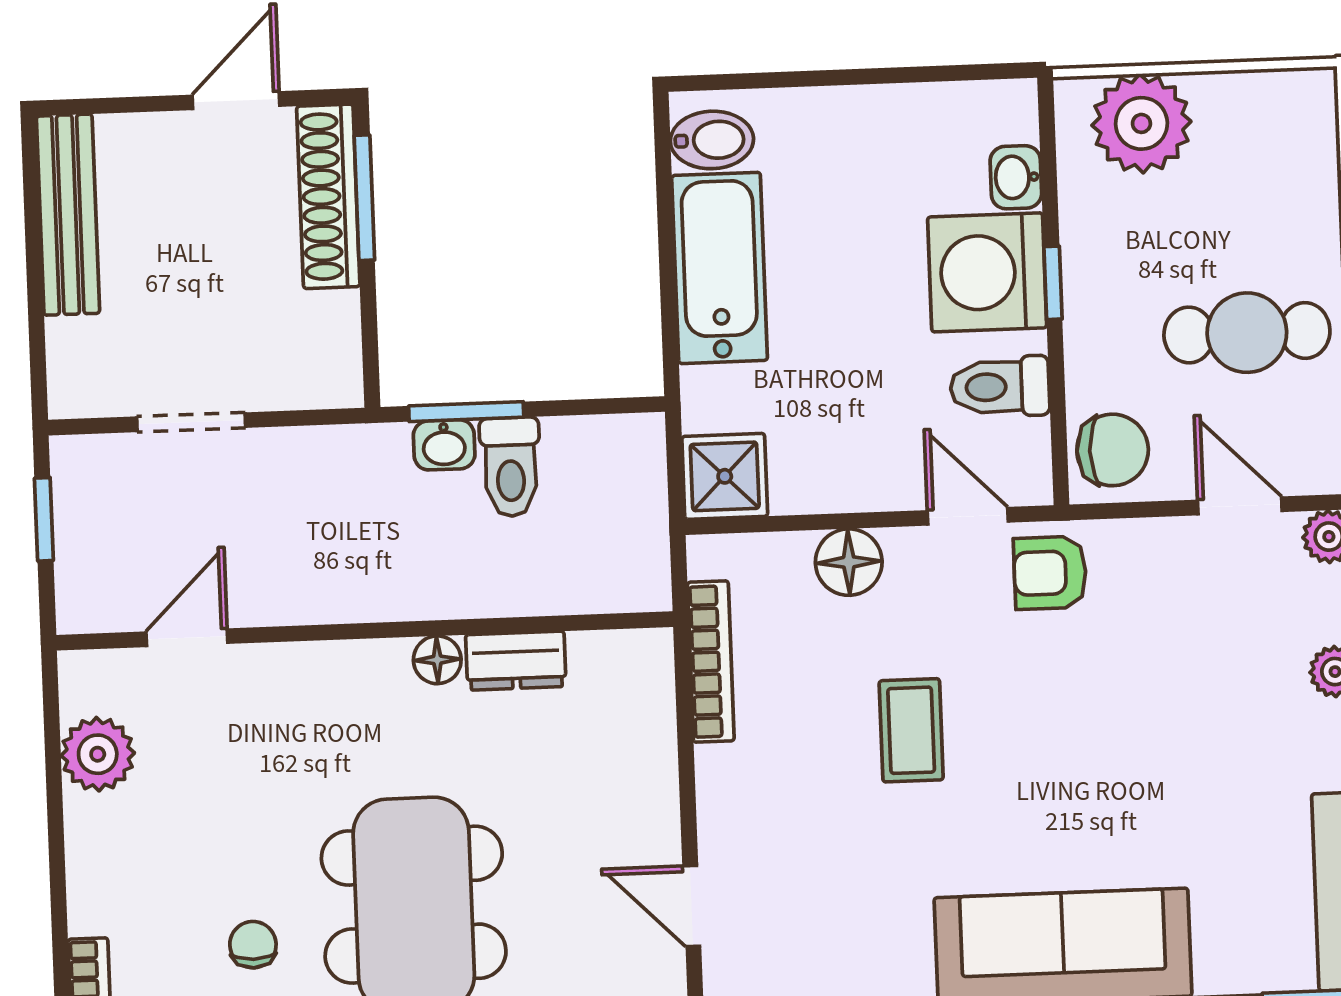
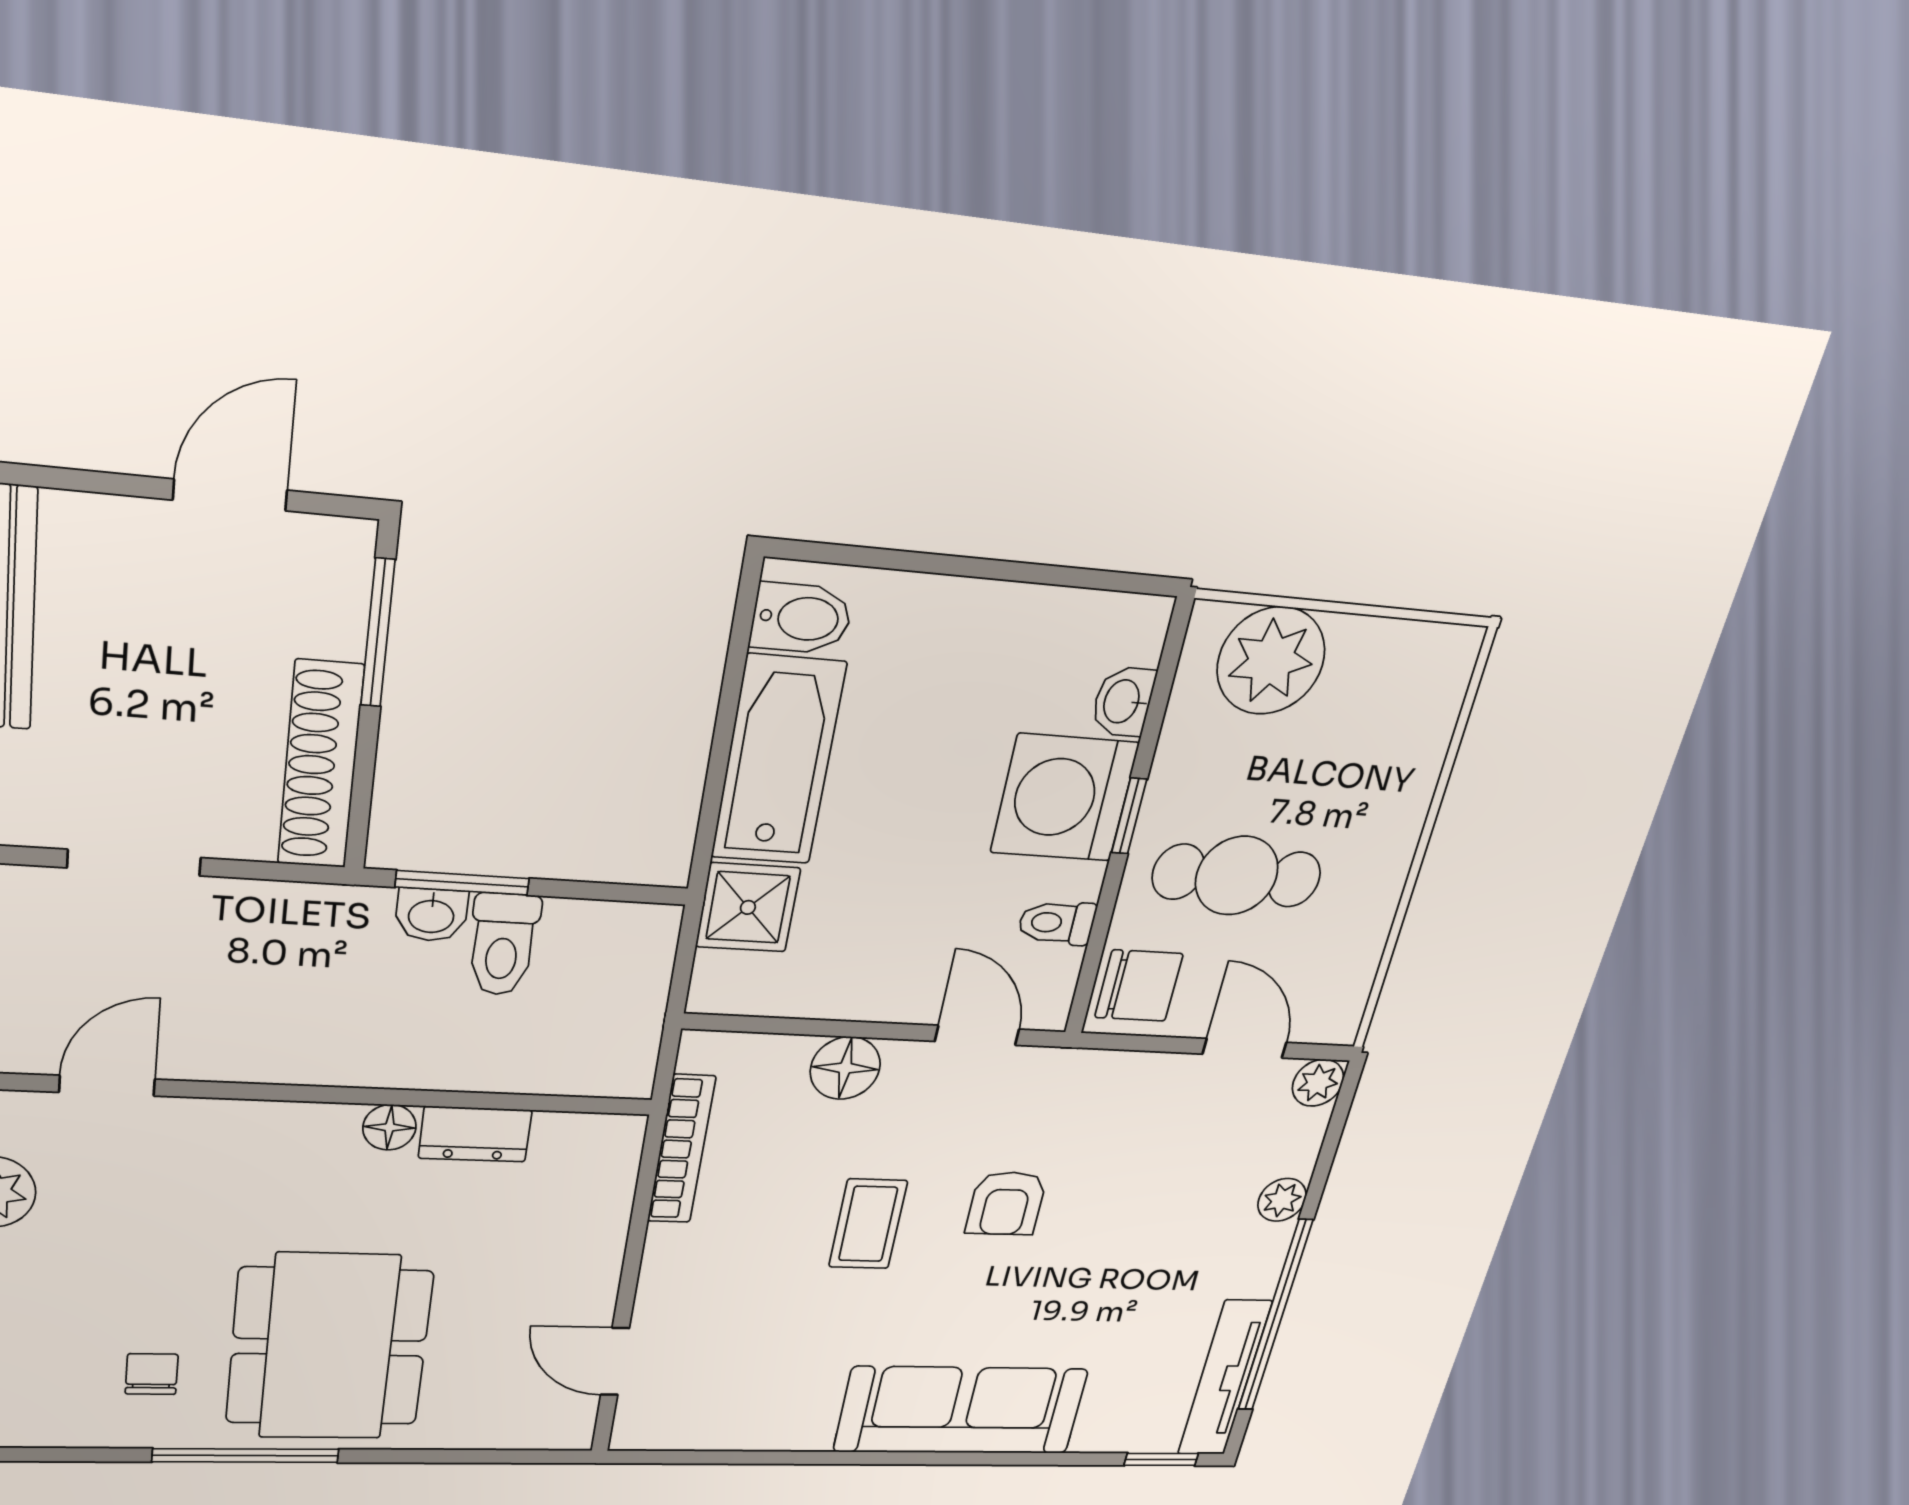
shoe rack: (328, 196) -> (321, 765), moved
cafe table: (1247, 333) -> (1237, 876), moved
toilet: (1000, 387) -> (1057, 923), width x0.73, depth x0.72
shower: (725, 476) -> (748, 907), moved
armchair: (1050, 573) -> (1006, 1203), moved, turned -90

